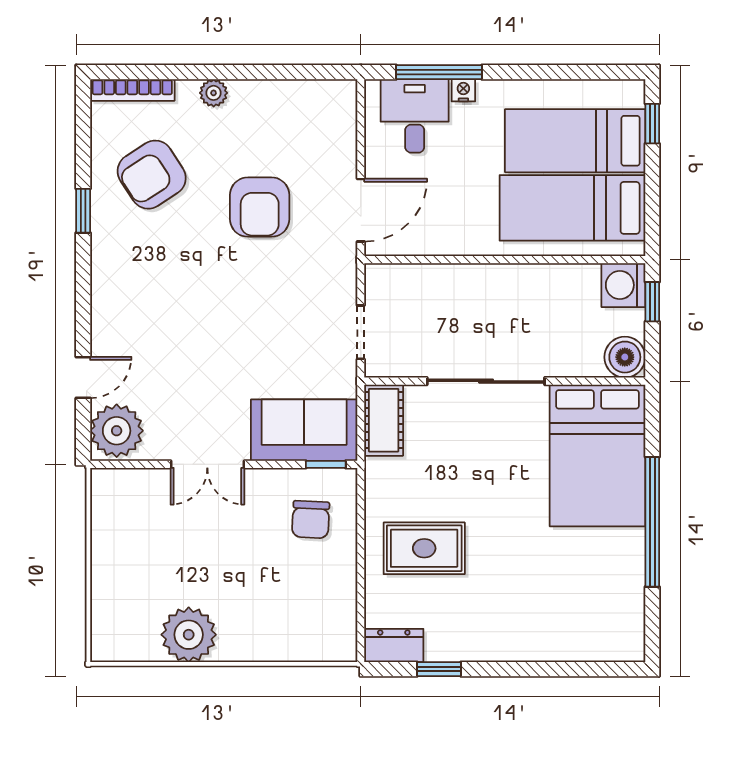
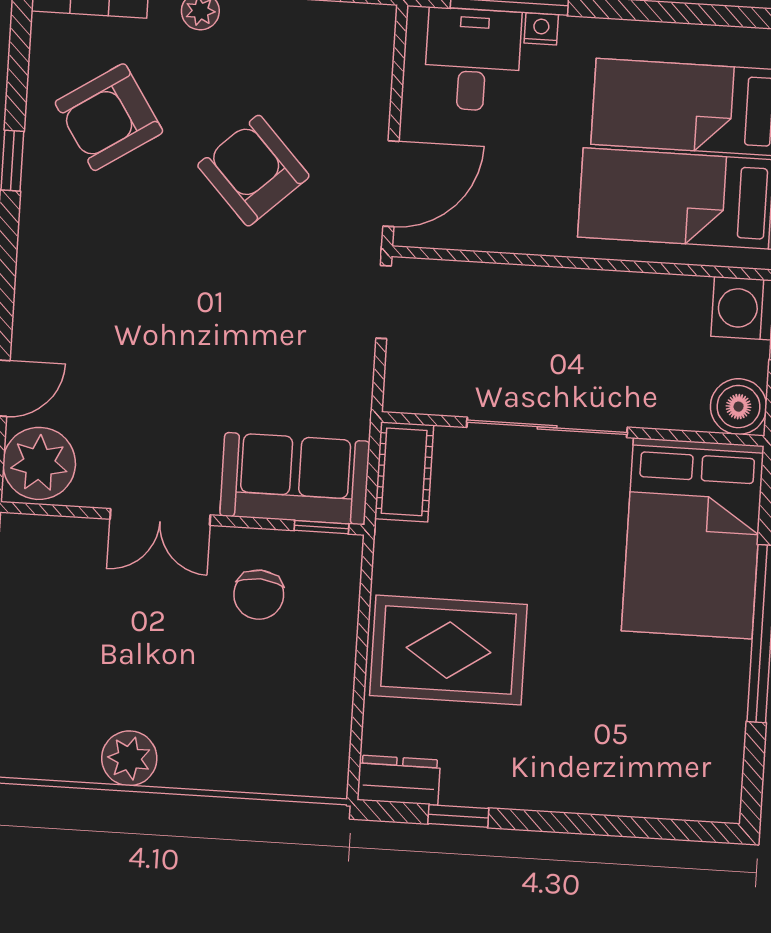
armchair: (260, 207) -> (253, 171), turned 137
doorway: (361, 332) -> (384, 302), moved
chair: (311, 519) -> (259, 595), moved
rug: (424, 548) -> (448, 650), width x1.36, depth x1.43
plant: (189, 635) -> (129, 758), width x0.73, depth x0.73

